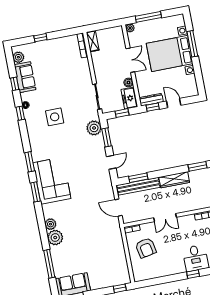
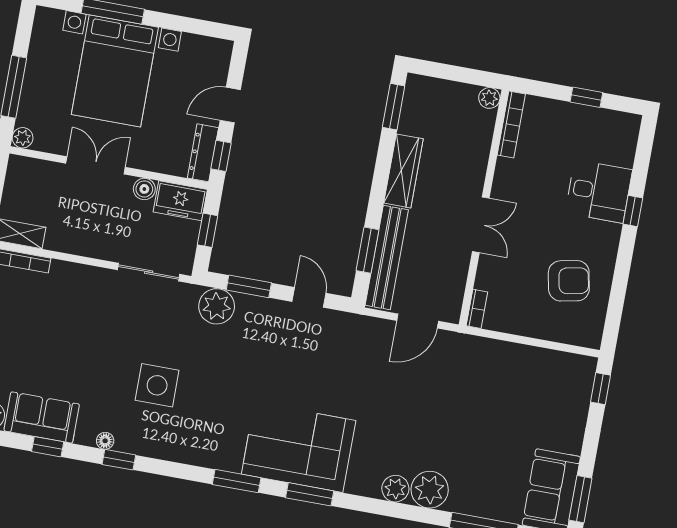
armchair: (146, 248) -> (569, 281), moved

